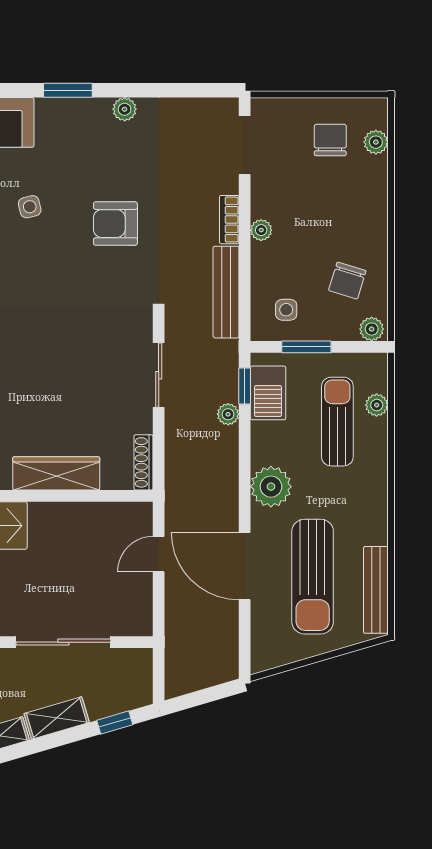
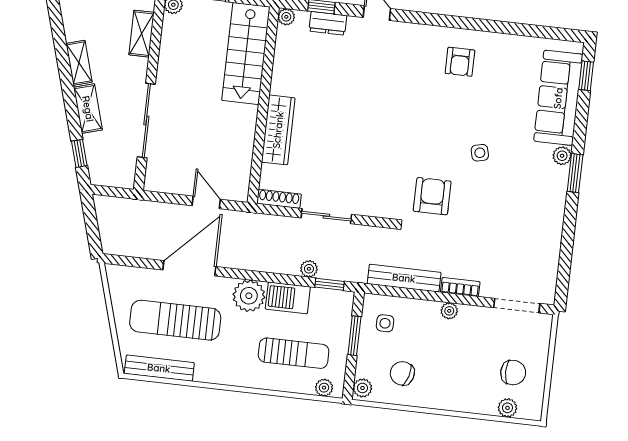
plant: (125, 109) -> (562, 156), moved
side table: (30, 207) -> (480, 153), moved
armchair: (115, 224) -> (432, 196), moved
sliding door: (159, 375) -> (326, 216), moved
barbecue: (268, 393) -> (288, 298), moved
plant: (377, 405) -> (324, 388), moved

